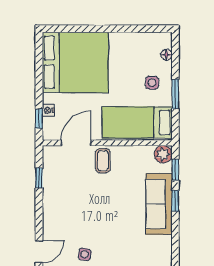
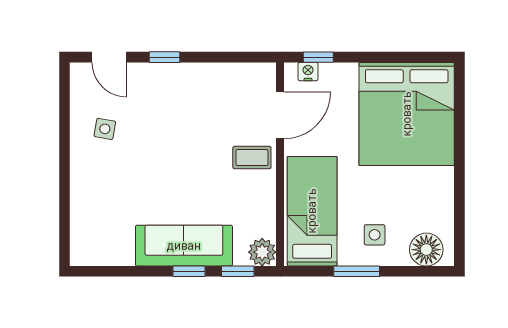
floor lamp: (166, 55) -> (426, 250), width x1.89, depth x1.89
nightstand: (48, 110) -> (308, 72), moved
door: (76, 143) -> (280, 115), hinge flipped
window: (39, 178) -> (165, 57), moved

